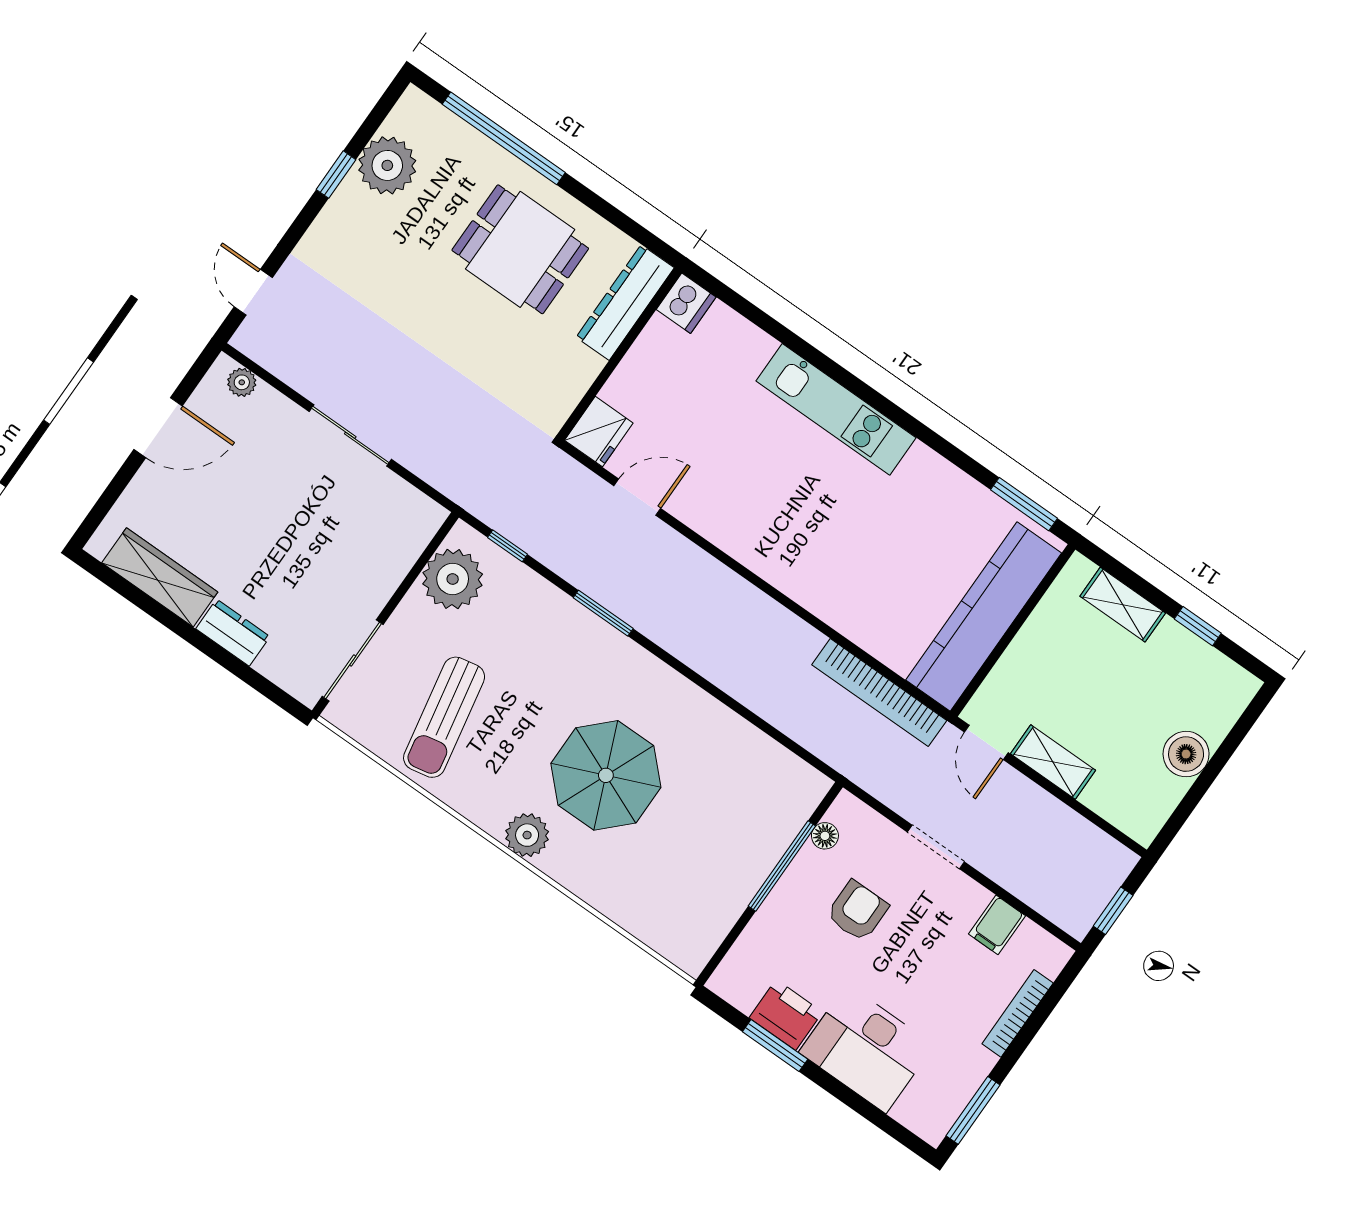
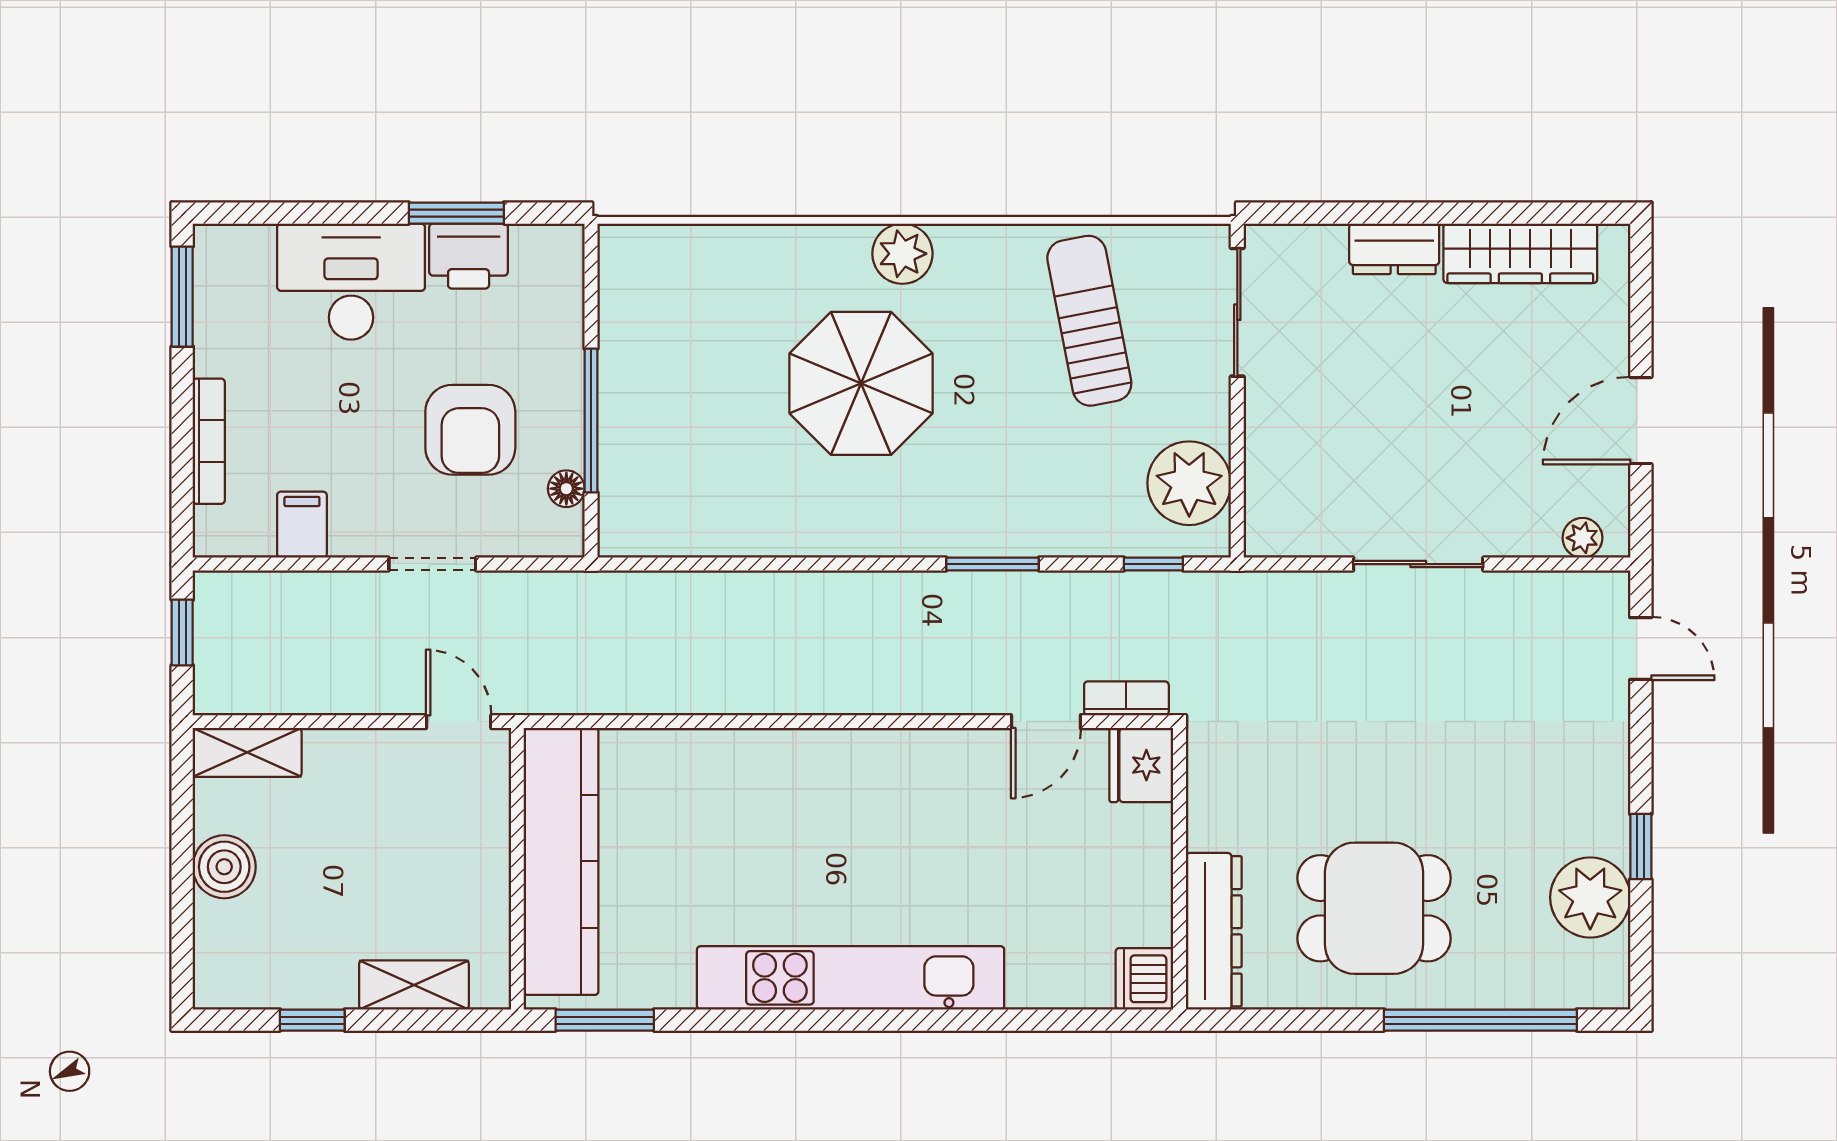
kitchen unit: (836, 409) -> (851, 978), width x1.36
bookcase: (879, 693) -> (1126, 698), moved, width x0.43, depth x0.76
shelving: (1053, 762) -> (247, 752), moved
armchair: (857, 911) -> (470, 430), width x1.38, depth x1.38

